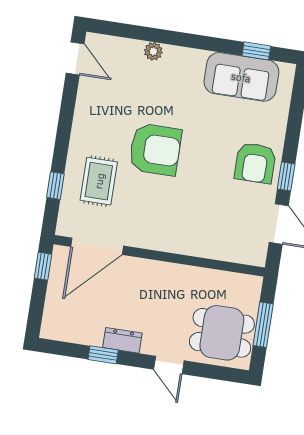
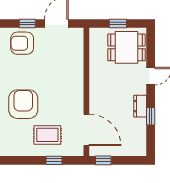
armchair: (255, 163) -> (22, 43), turned 180
window: (263, 325) -> (118, 24), width x0.67
dining table: (222, 333) -> (127, 47), turned 90

